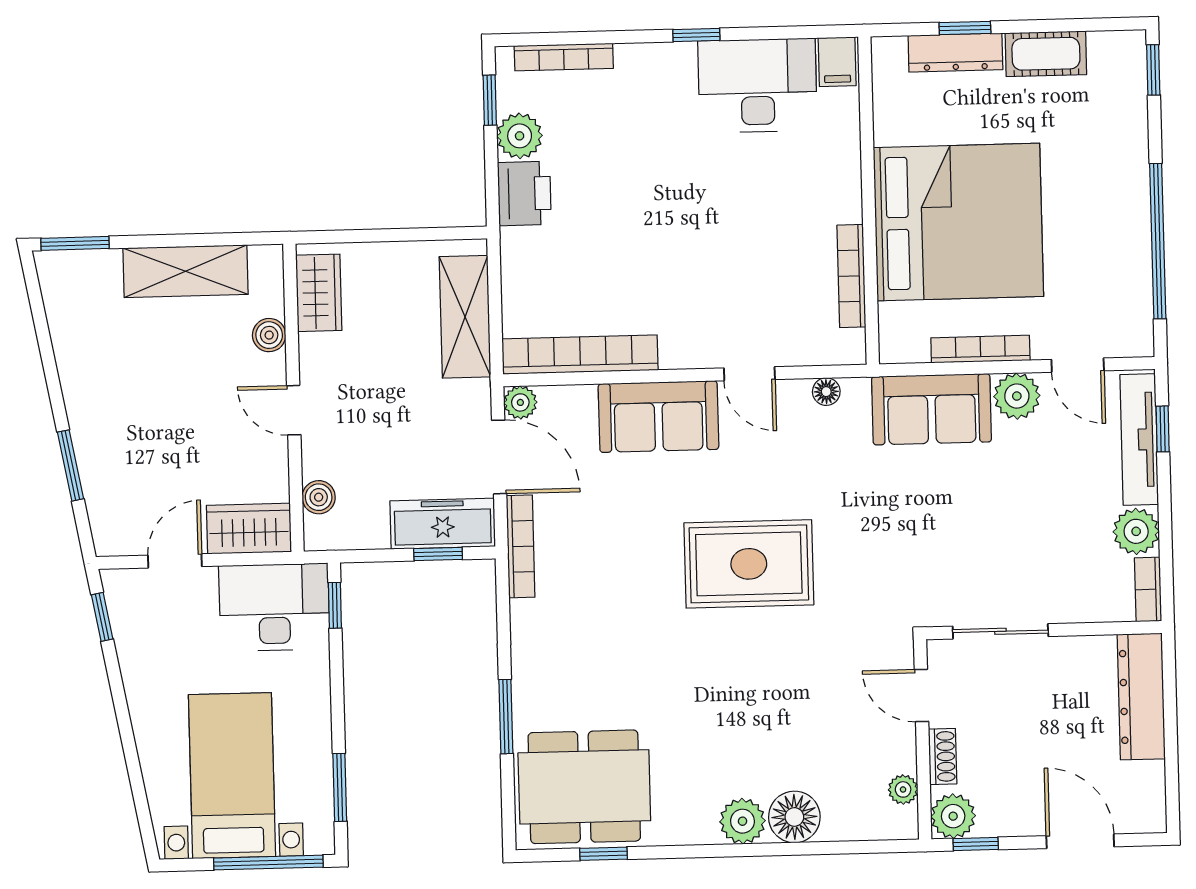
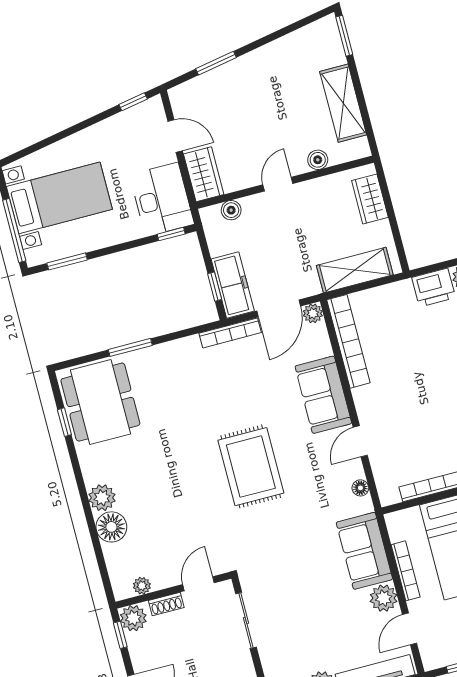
wardrobe: (319, 293) -> (370, 199), moved, turned 90

